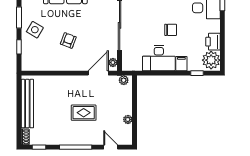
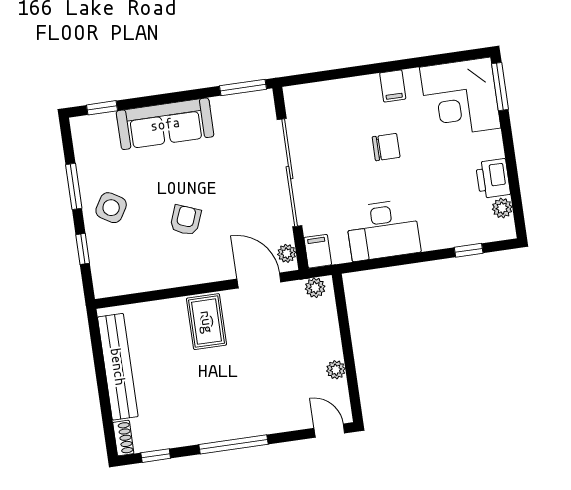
chair: (171, 30) -> (386, 147), moved
plant: (211, 60) -> (502, 208), width x0.53, depth x0.53
filing cabinet: (181, 64) -> (318, 251), moved
door: (98, 73) -> (259, 280), hinge flipped
rug: (84, 113) -> (207, 322), moved, turned 90
door: (111, 147) -> (329, 431), moved

